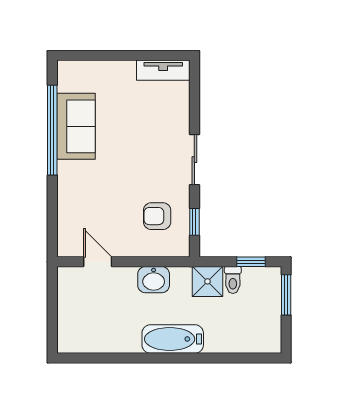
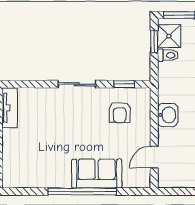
sofa: (76, 126) -> (97, 174), moved
window: (52, 130) -> (82, 191), moved
shower: (208, 281) -> (169, 36), moved

